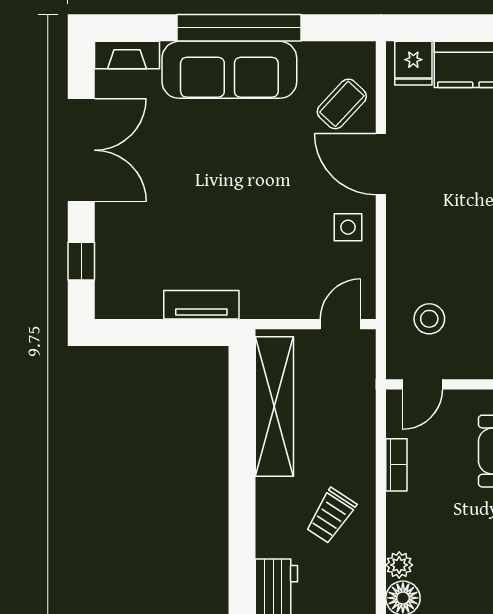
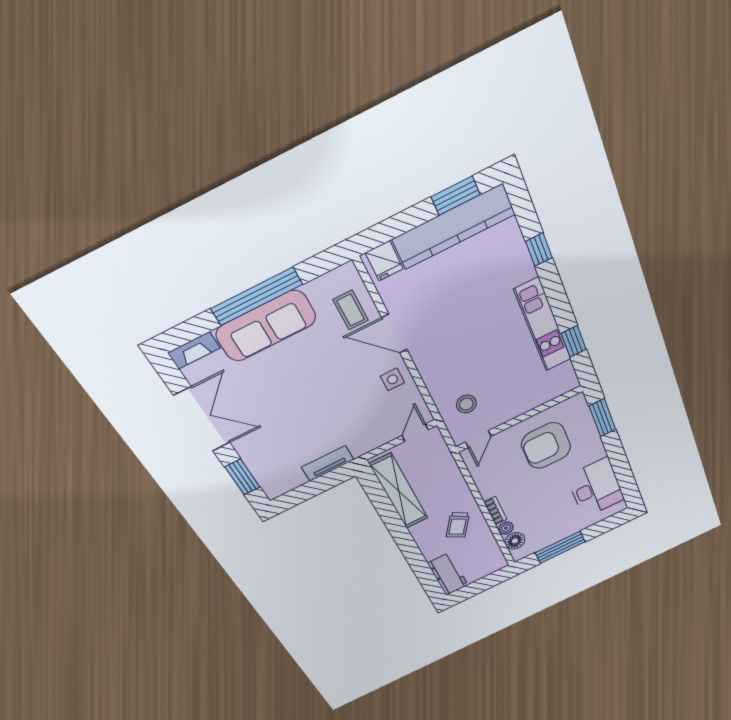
coffee table: (342, 104) -> (351, 310), turned -43
window: (81, 261) -> (242, 477), width x1.50
bookcase: (396, 465) -> (495, 511), moved

